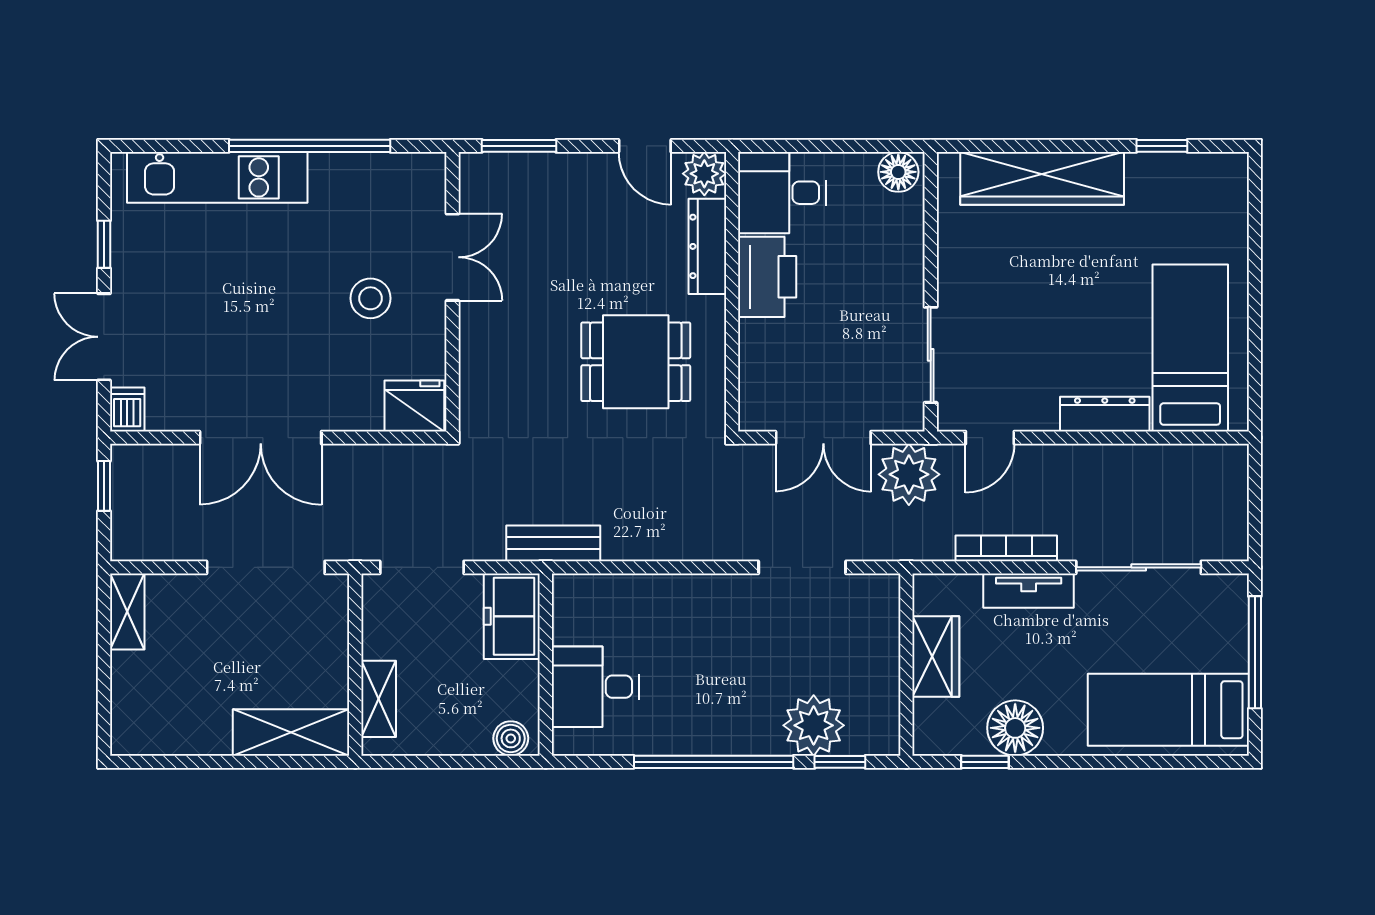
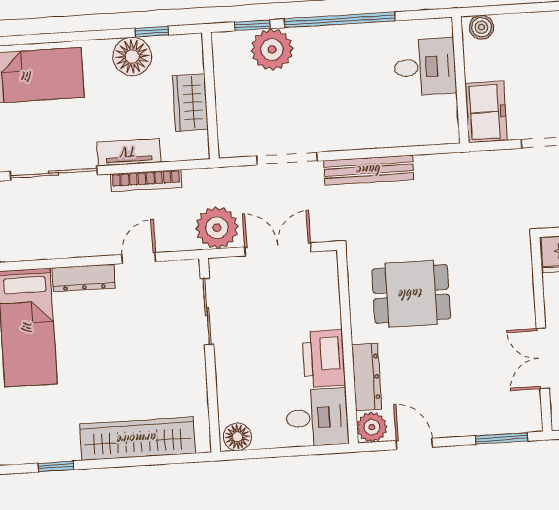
door: (990, 438) -> (139, 258), moved
bench: (553, 543) -> (369, 170), moved, width x1.36

